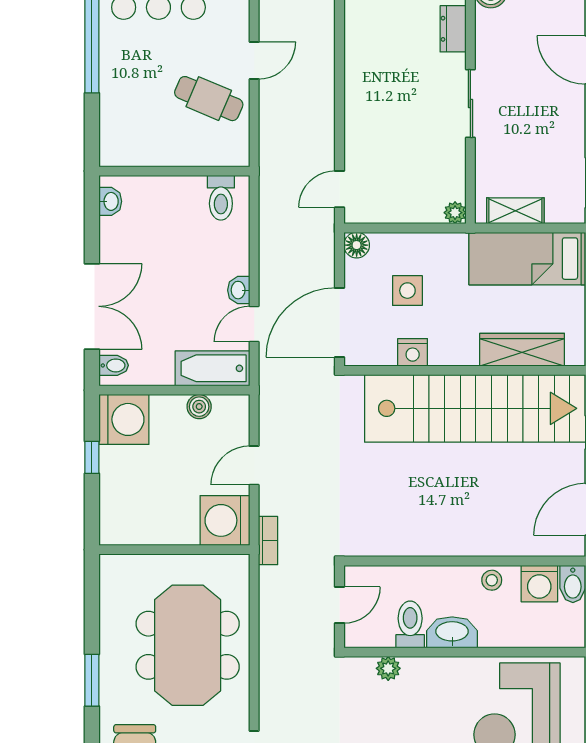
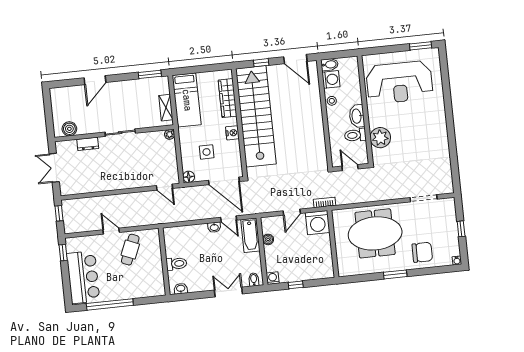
toilet: (221, 198) -> (176, 264), moved
double door: (92, 306) -> (228, 292), width x0.73
nightstand: (413, 352) -> (232, 133), moved
washing machine: (124, 419) -> (273, 278), width x0.53, depth x0.53
door: (254, 465) -> (292, 212), hinge flipped
plant: (388, 668) -> (380, 138), width x1.88, depth x1.88

